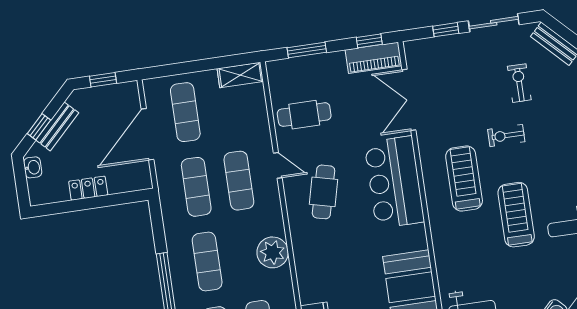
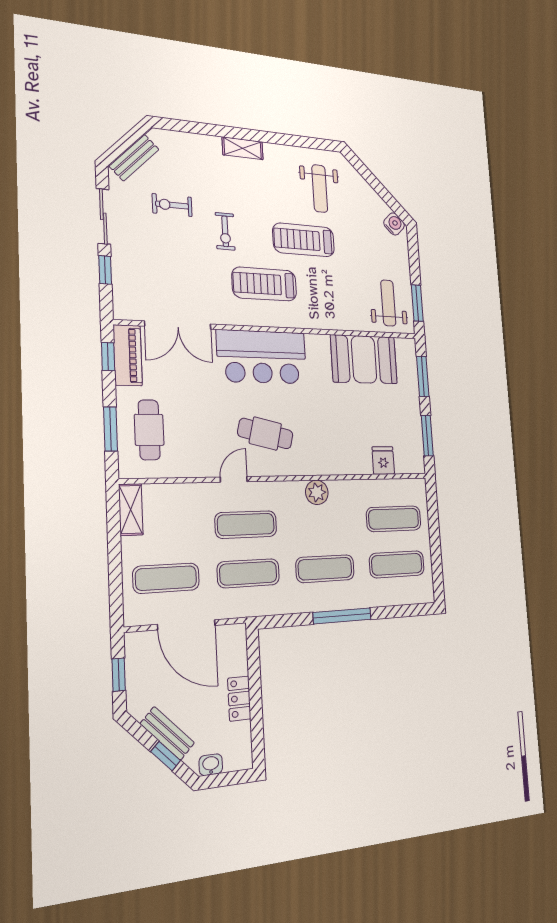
cafe table: (304, 115) -> (149, 430), moved
plant: (273, 252) -> (317, 492), width x0.73, depth x0.73

